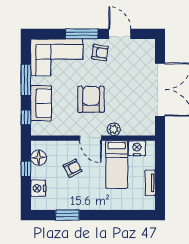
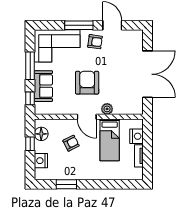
nightstand: (137, 148) -> (137, 136), moved, turned 90

